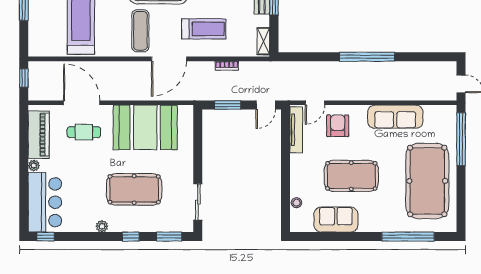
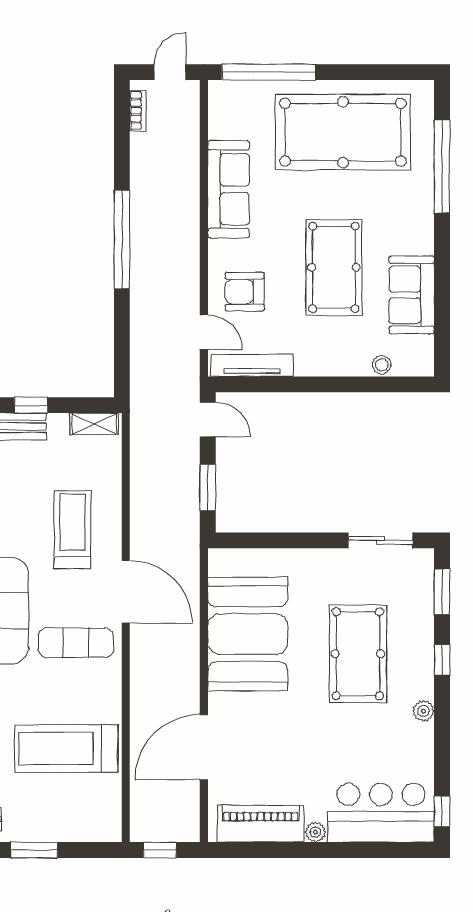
bookcase: (227, 66) -> (138, 111), moved
cafe table: (84, 132) -> (256, 743), removed

